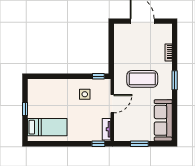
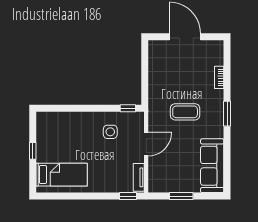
coffee table: (142, 79) -> (185, 112), width x0.73, depth x0.76

